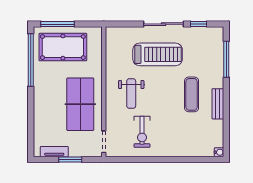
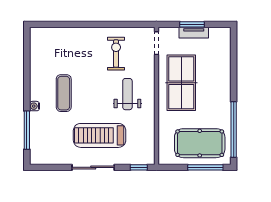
window: (198, 24) -> (139, 167), moved
bench: (218, 104) -> (36, 83), removed
tv unit: (54, 152) -> (194, 33), moved
water cooler: (219, 152) -> (35, 106), moved

